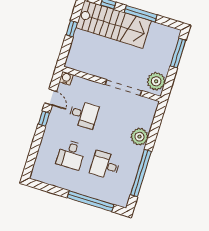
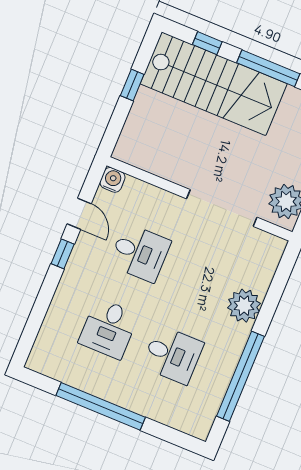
desk: (105, 165) -> (173, 355), turned 180
window: (90, 201) -> (101, 406), moved

